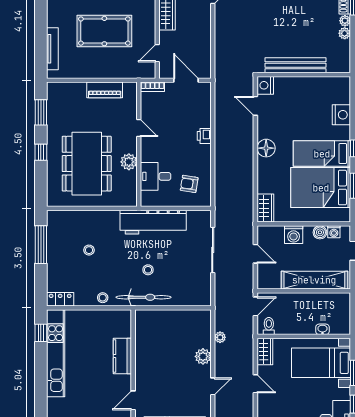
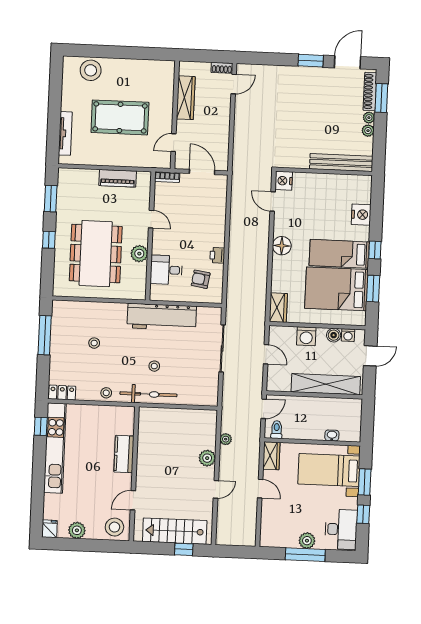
bench: (295, 65) -> (341, 163), moved
printer: (204, 136) -> (217, 255), moved

